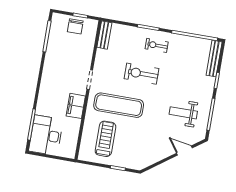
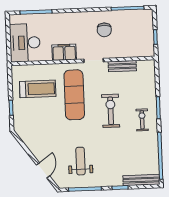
chair: (75, 26) -> (104, 30), moved, turned -90
bench: (104, 35) -> (122, 66), moved
desk: (46, 135) -> (25, 43), moved, turned -90

